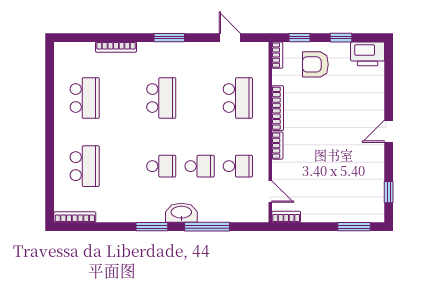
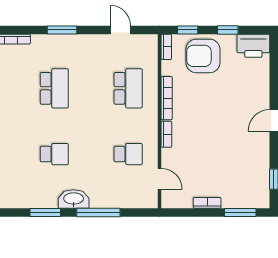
armchair: (315, 64) -> (203, 56), width x1.36, depth x1.36
school desk: (200, 166) -> (91, 154), removed
bookcase: (286, 217) -> (207, 203), moved

